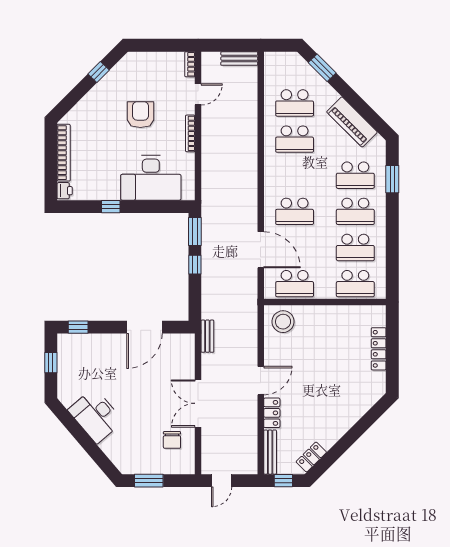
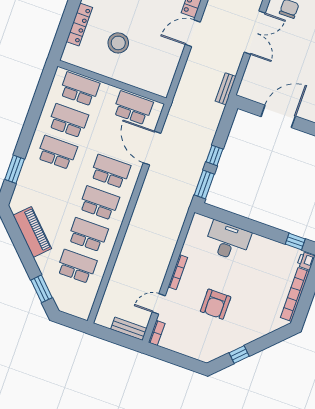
bench: (239, 59) -> (129, 329), moved
school desk: (355, 175) -> (99, 203), moved
desk: (151, 178) -> (228, 241), width x0.73, depth x0.77
window: (111, 207) -> (295, 241), moved
stool: (283, 322) -> (118, 43), moved

